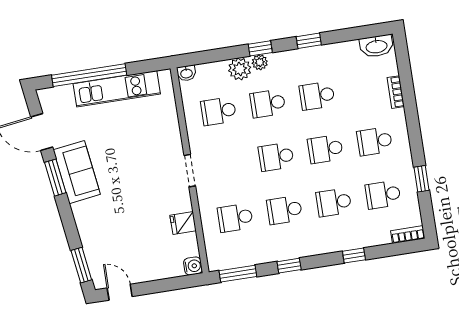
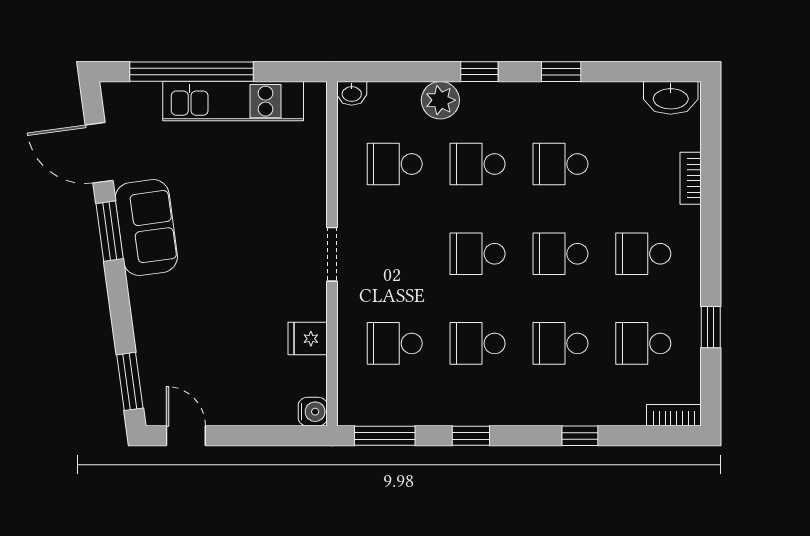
plant: (260, 62) -> (475, 94), removed

